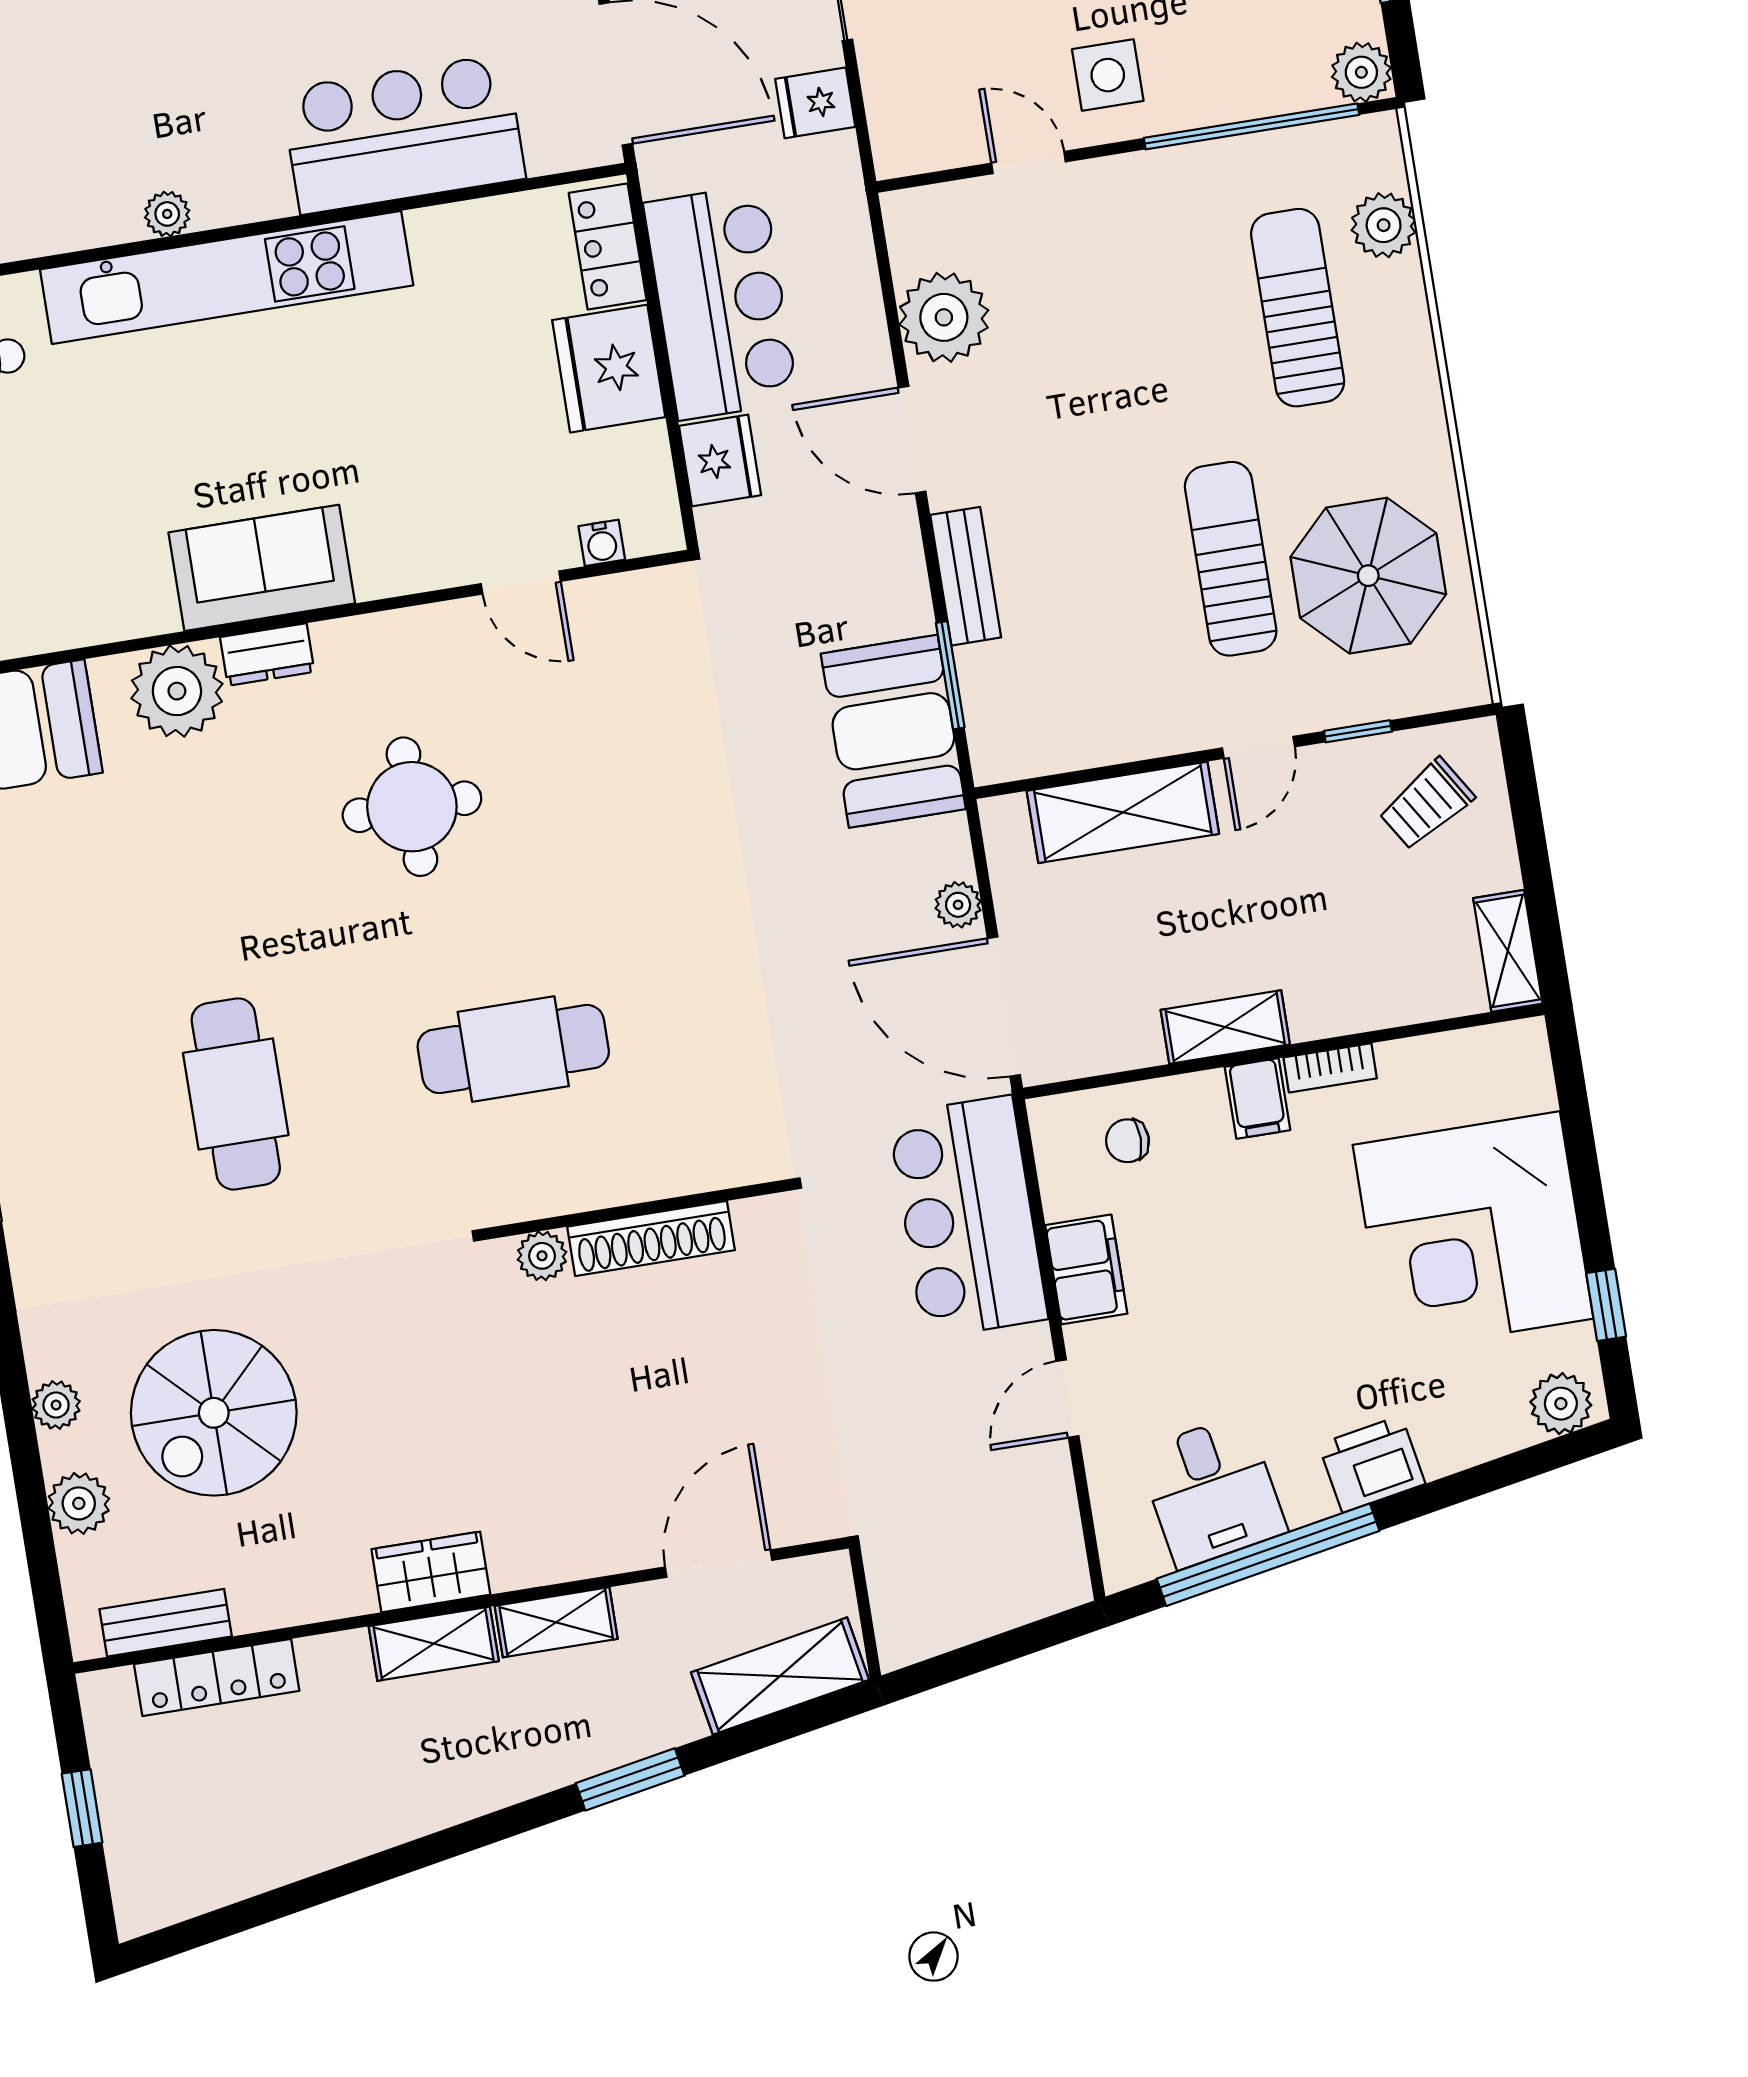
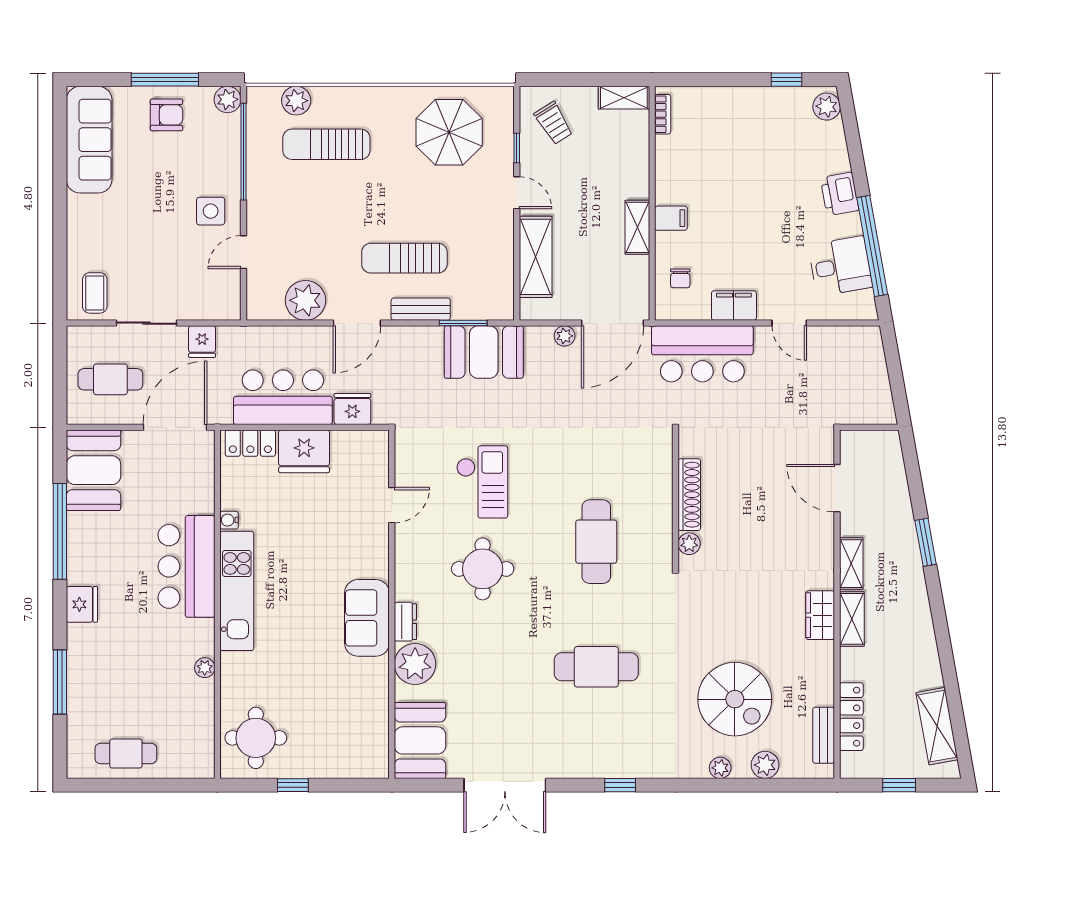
bar counter: (403, 134) -> (186, 566), moved
plant: (167, 214) -> (205, 668), moved
kitchen unit: (227, 277) -> (237, 591), width x0.73
water cooler: (602, 543) -> (229, 520), moved, turned 180
sun lounger: (1231, 559) -> (404, 258), moved
checkout: (605, 774) -> (482, 482), added
bookcase: (1330, 1068) -> (663, 114), moved
corner desk: (1473, 1232) -> (745, 133), removed
shelving: (780, 1676) -> (937, 726), moved

